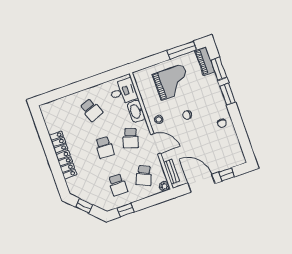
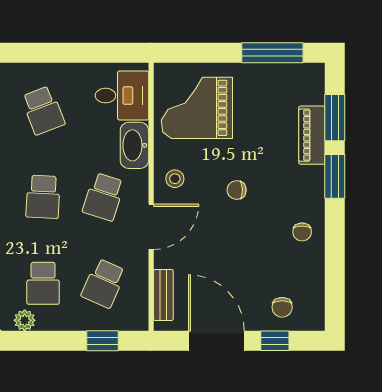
piano: (205, 61) -> (312, 135), moved
grand piano: (172, 82) -> (197, 108), moved, turned 180
door: (156, 144) -> (151, 227), hinge flipped
chair: (225, 159) -> (282, 307), added
plant: (164, 186) -> (25, 320), moved
window: (126, 210) -> (102, 341), moved

